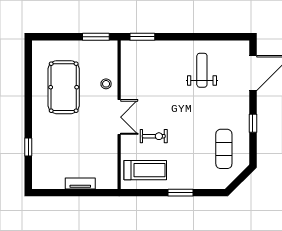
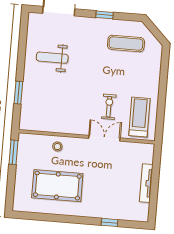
window: (142, 37) -> (18, 93), moved
double door: (119, 117) -> (104, 138), moved
tv unit: (80, 183) -> (146, 183), width x1.41
window: (181, 193) -> (163, 86), removed

